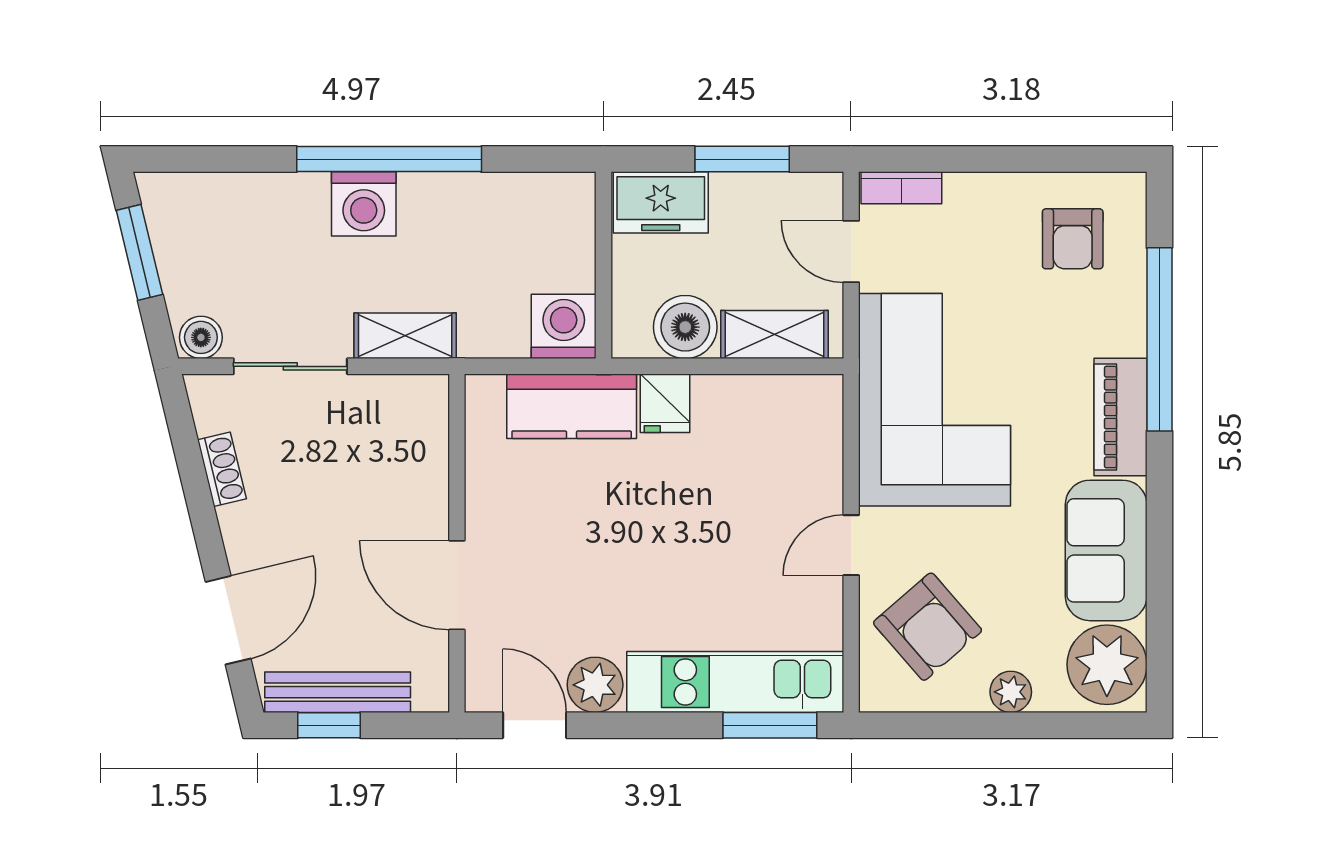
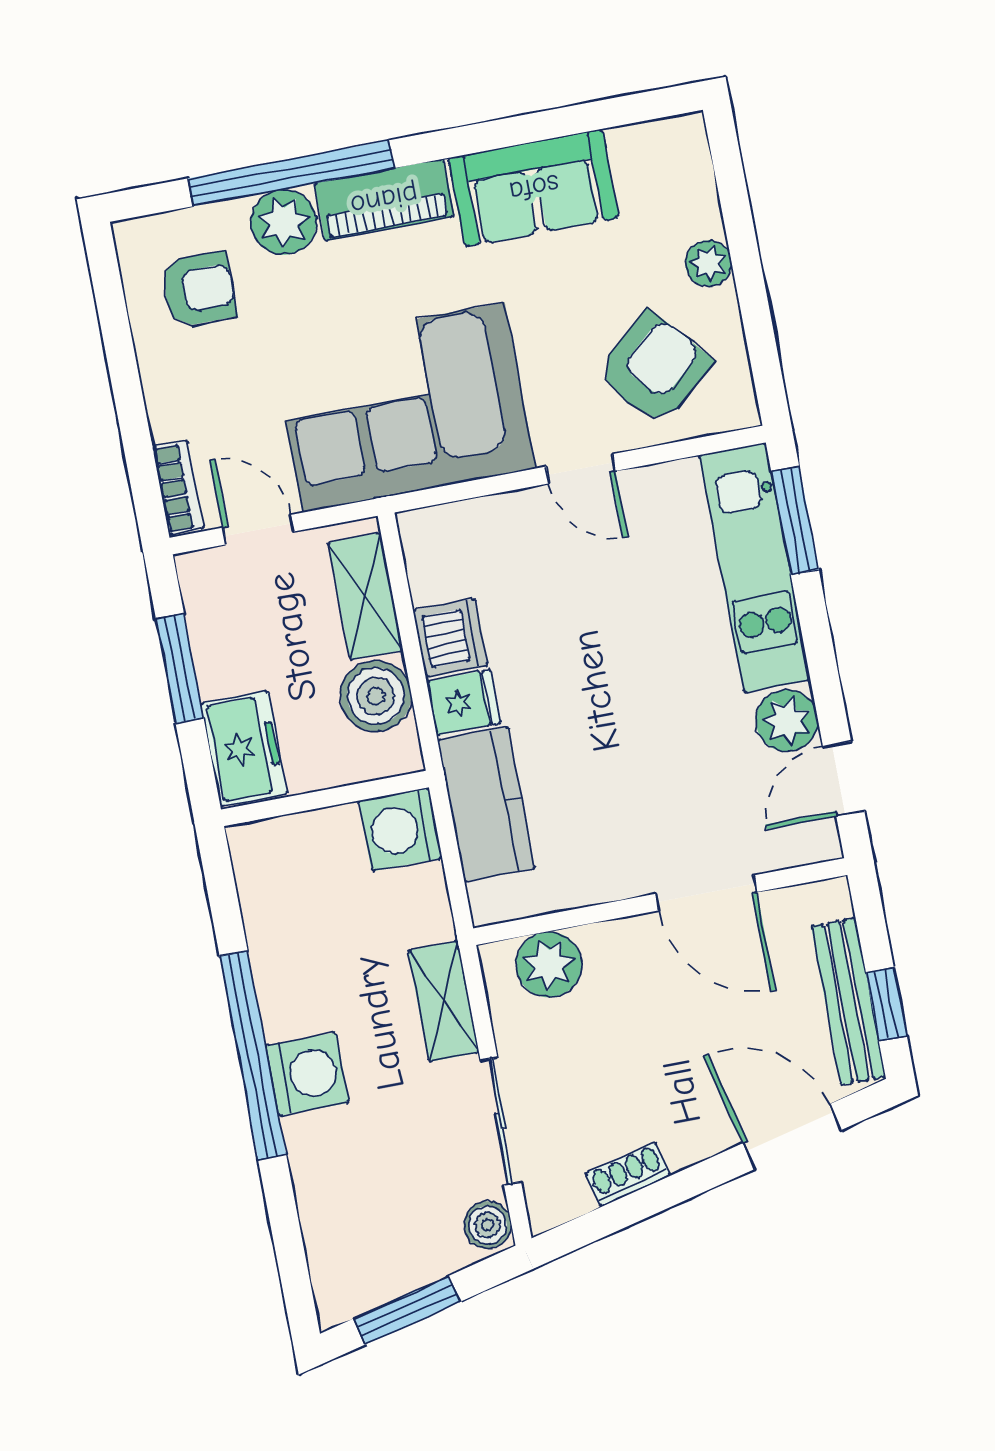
door: (851, 251) -> (259, 530), swing flipped
dishwasher: (724, 402) -> (450, 638), added
plant: (420, 435) -> (549, 965), added
door: (457, 585) -> (706, 893), hinge flipped
plant: (1107, 665) -> (284, 222), moved, width x0.73, depth x0.73

